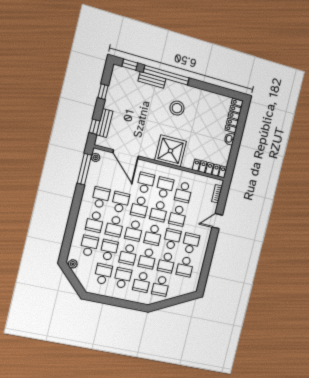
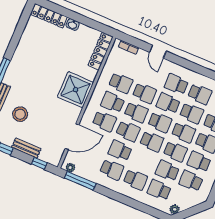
stool: (177, 108) -> (20, 114), moved
bench: (105, 123) -> (26, 148), moved
school desk: (145, 183) -> (104, 121), turned 180
school desk: (101, 198) -> (112, 170), turned 180
school desk: (115, 226) -> (144, 161), removed

